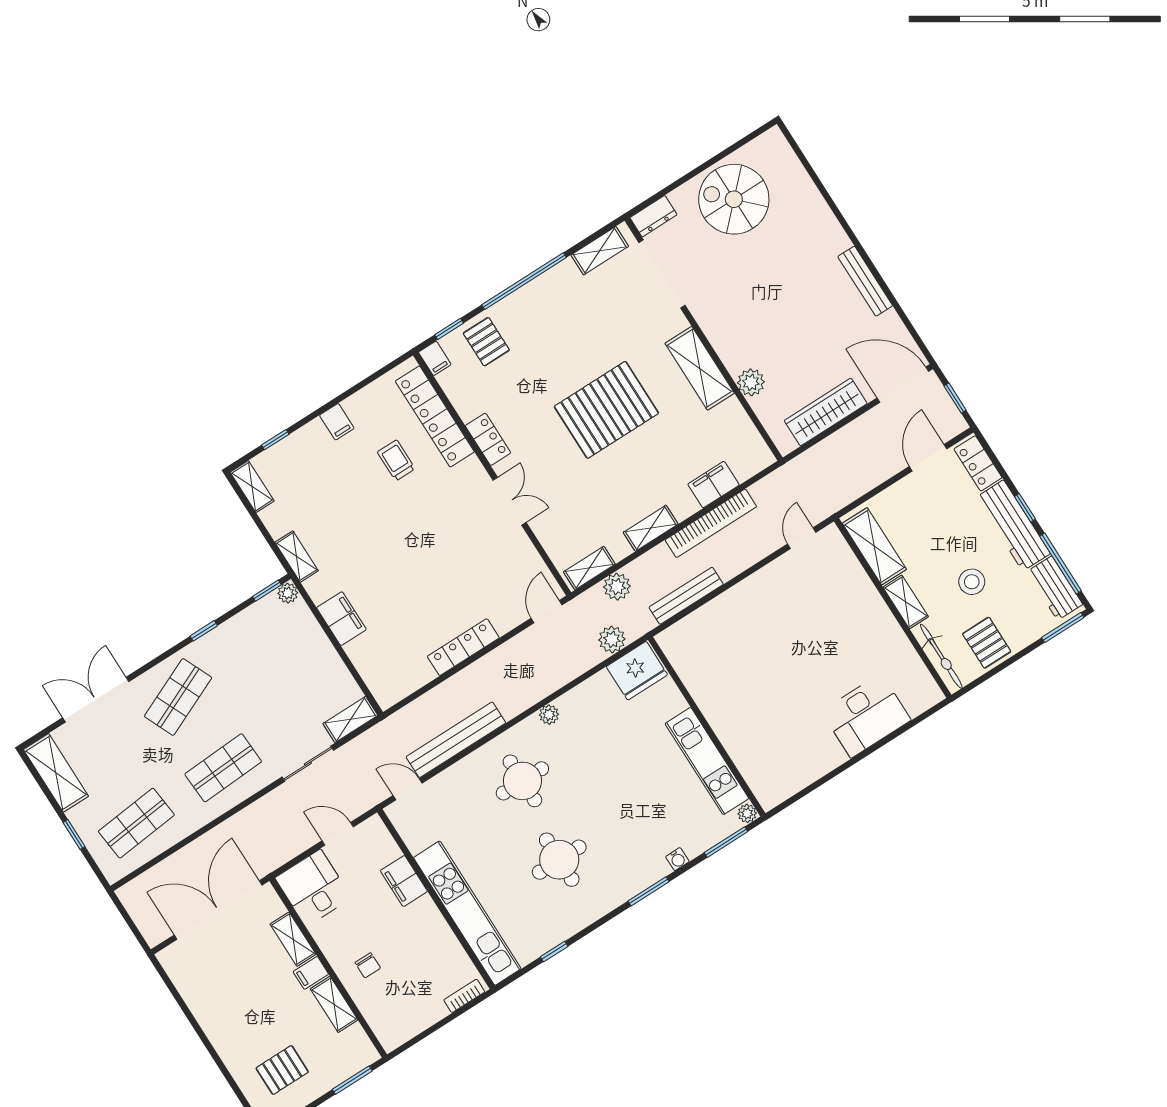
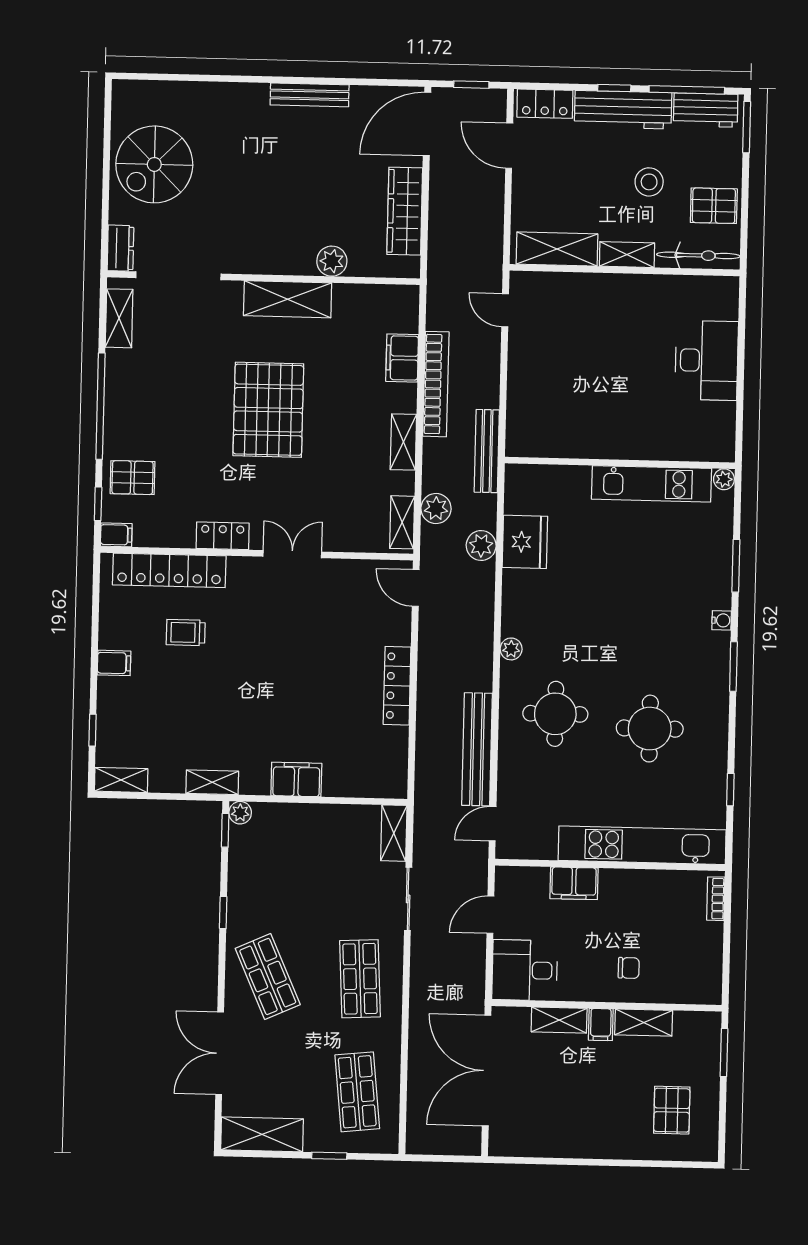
wall: (707, 727) -> (620, 463), moved
kitchen unit: (707, 761) -> (651, 484), moved
plant: (747, 813) -> (724, 479), moved

